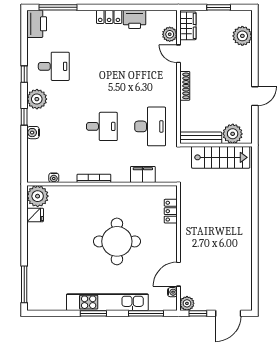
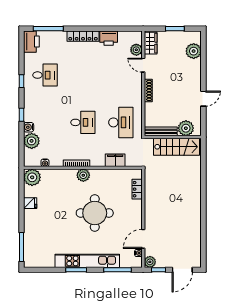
locker: (109, 17) -> (83, 36), width x1.53
plant: (37, 99) -> (32, 141), moved
plant: (102, 194) -> (83, 175), added
fridge: (35, 215) -> (30, 203), moved

